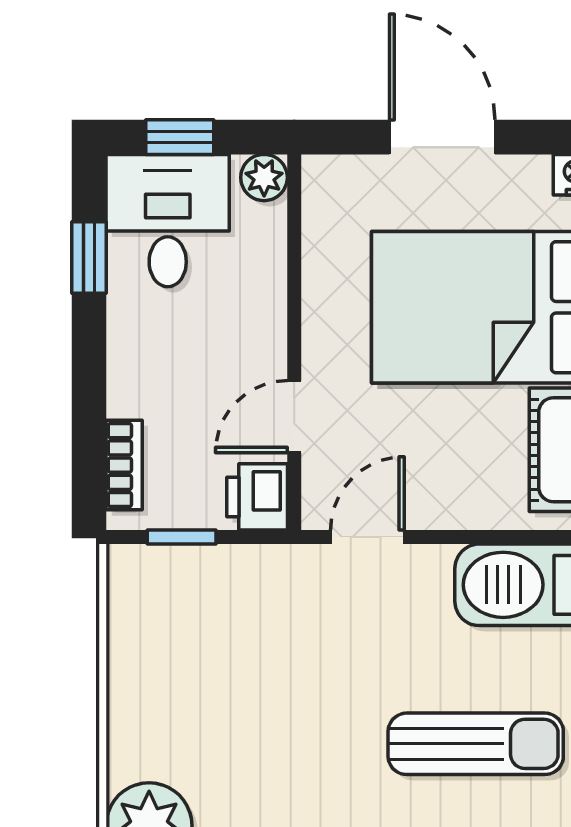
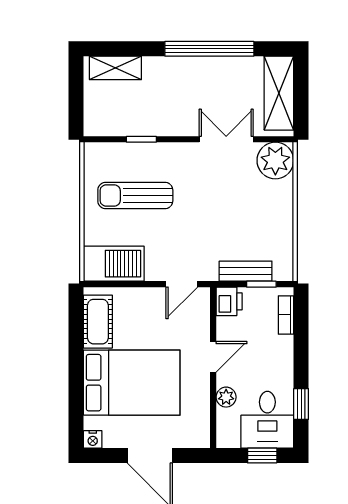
plant: (264, 178) -> (226, 397), moved
door: (294, 417) -> (213, 357), moved
bench: (219, 567) -> (246, 271), added

